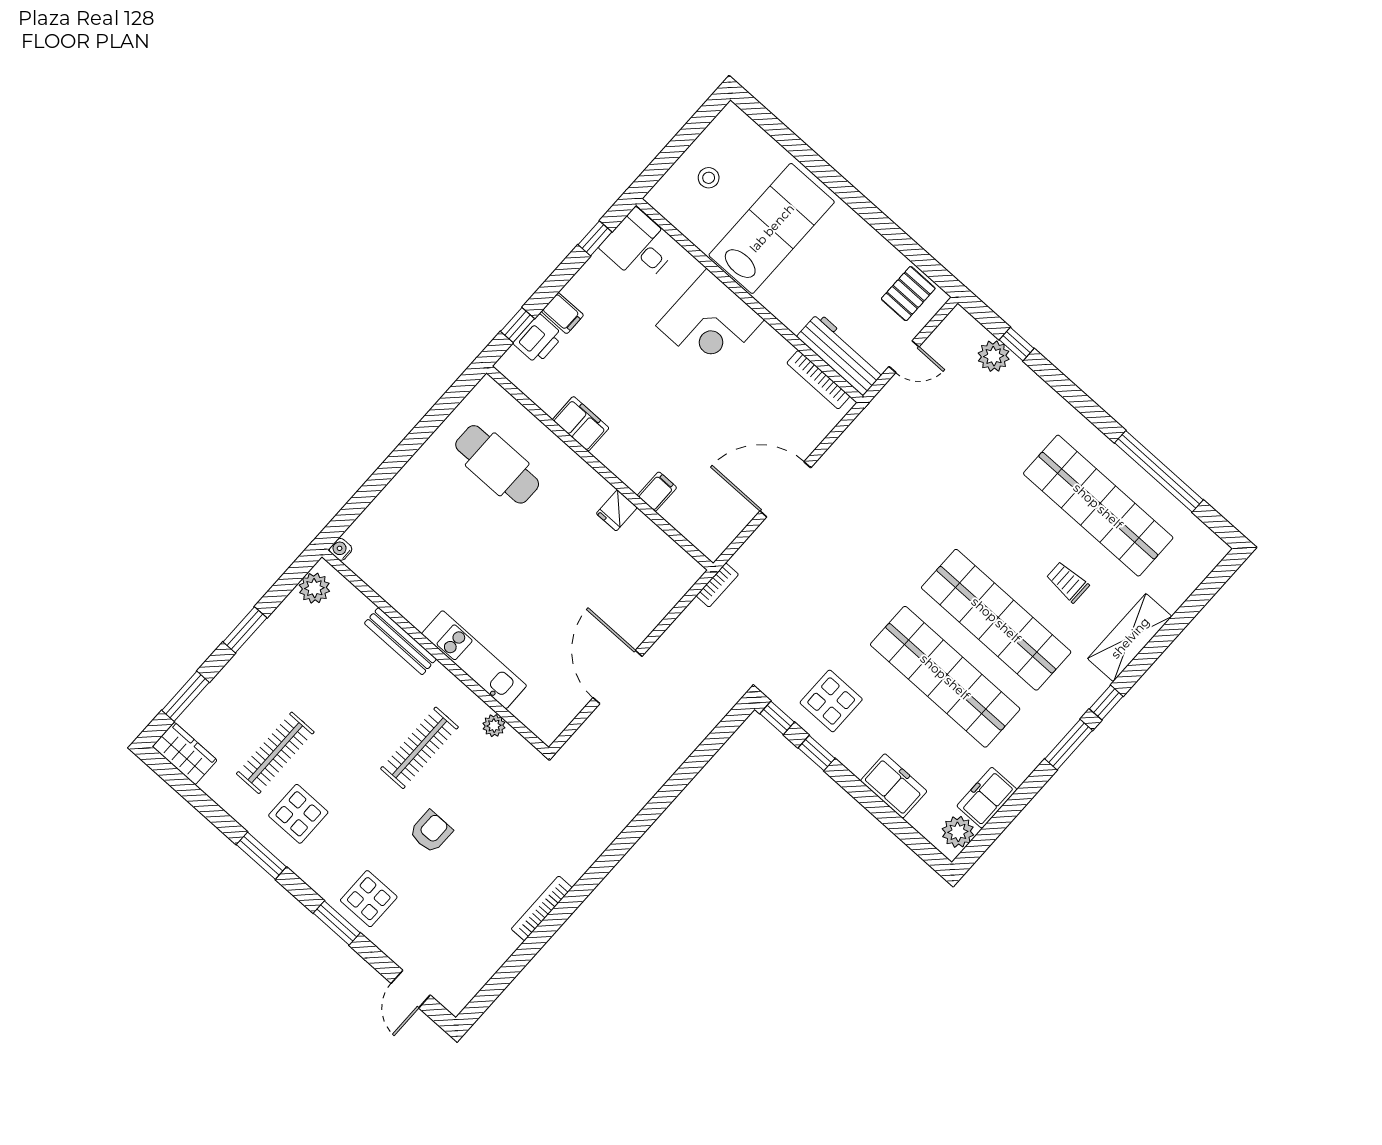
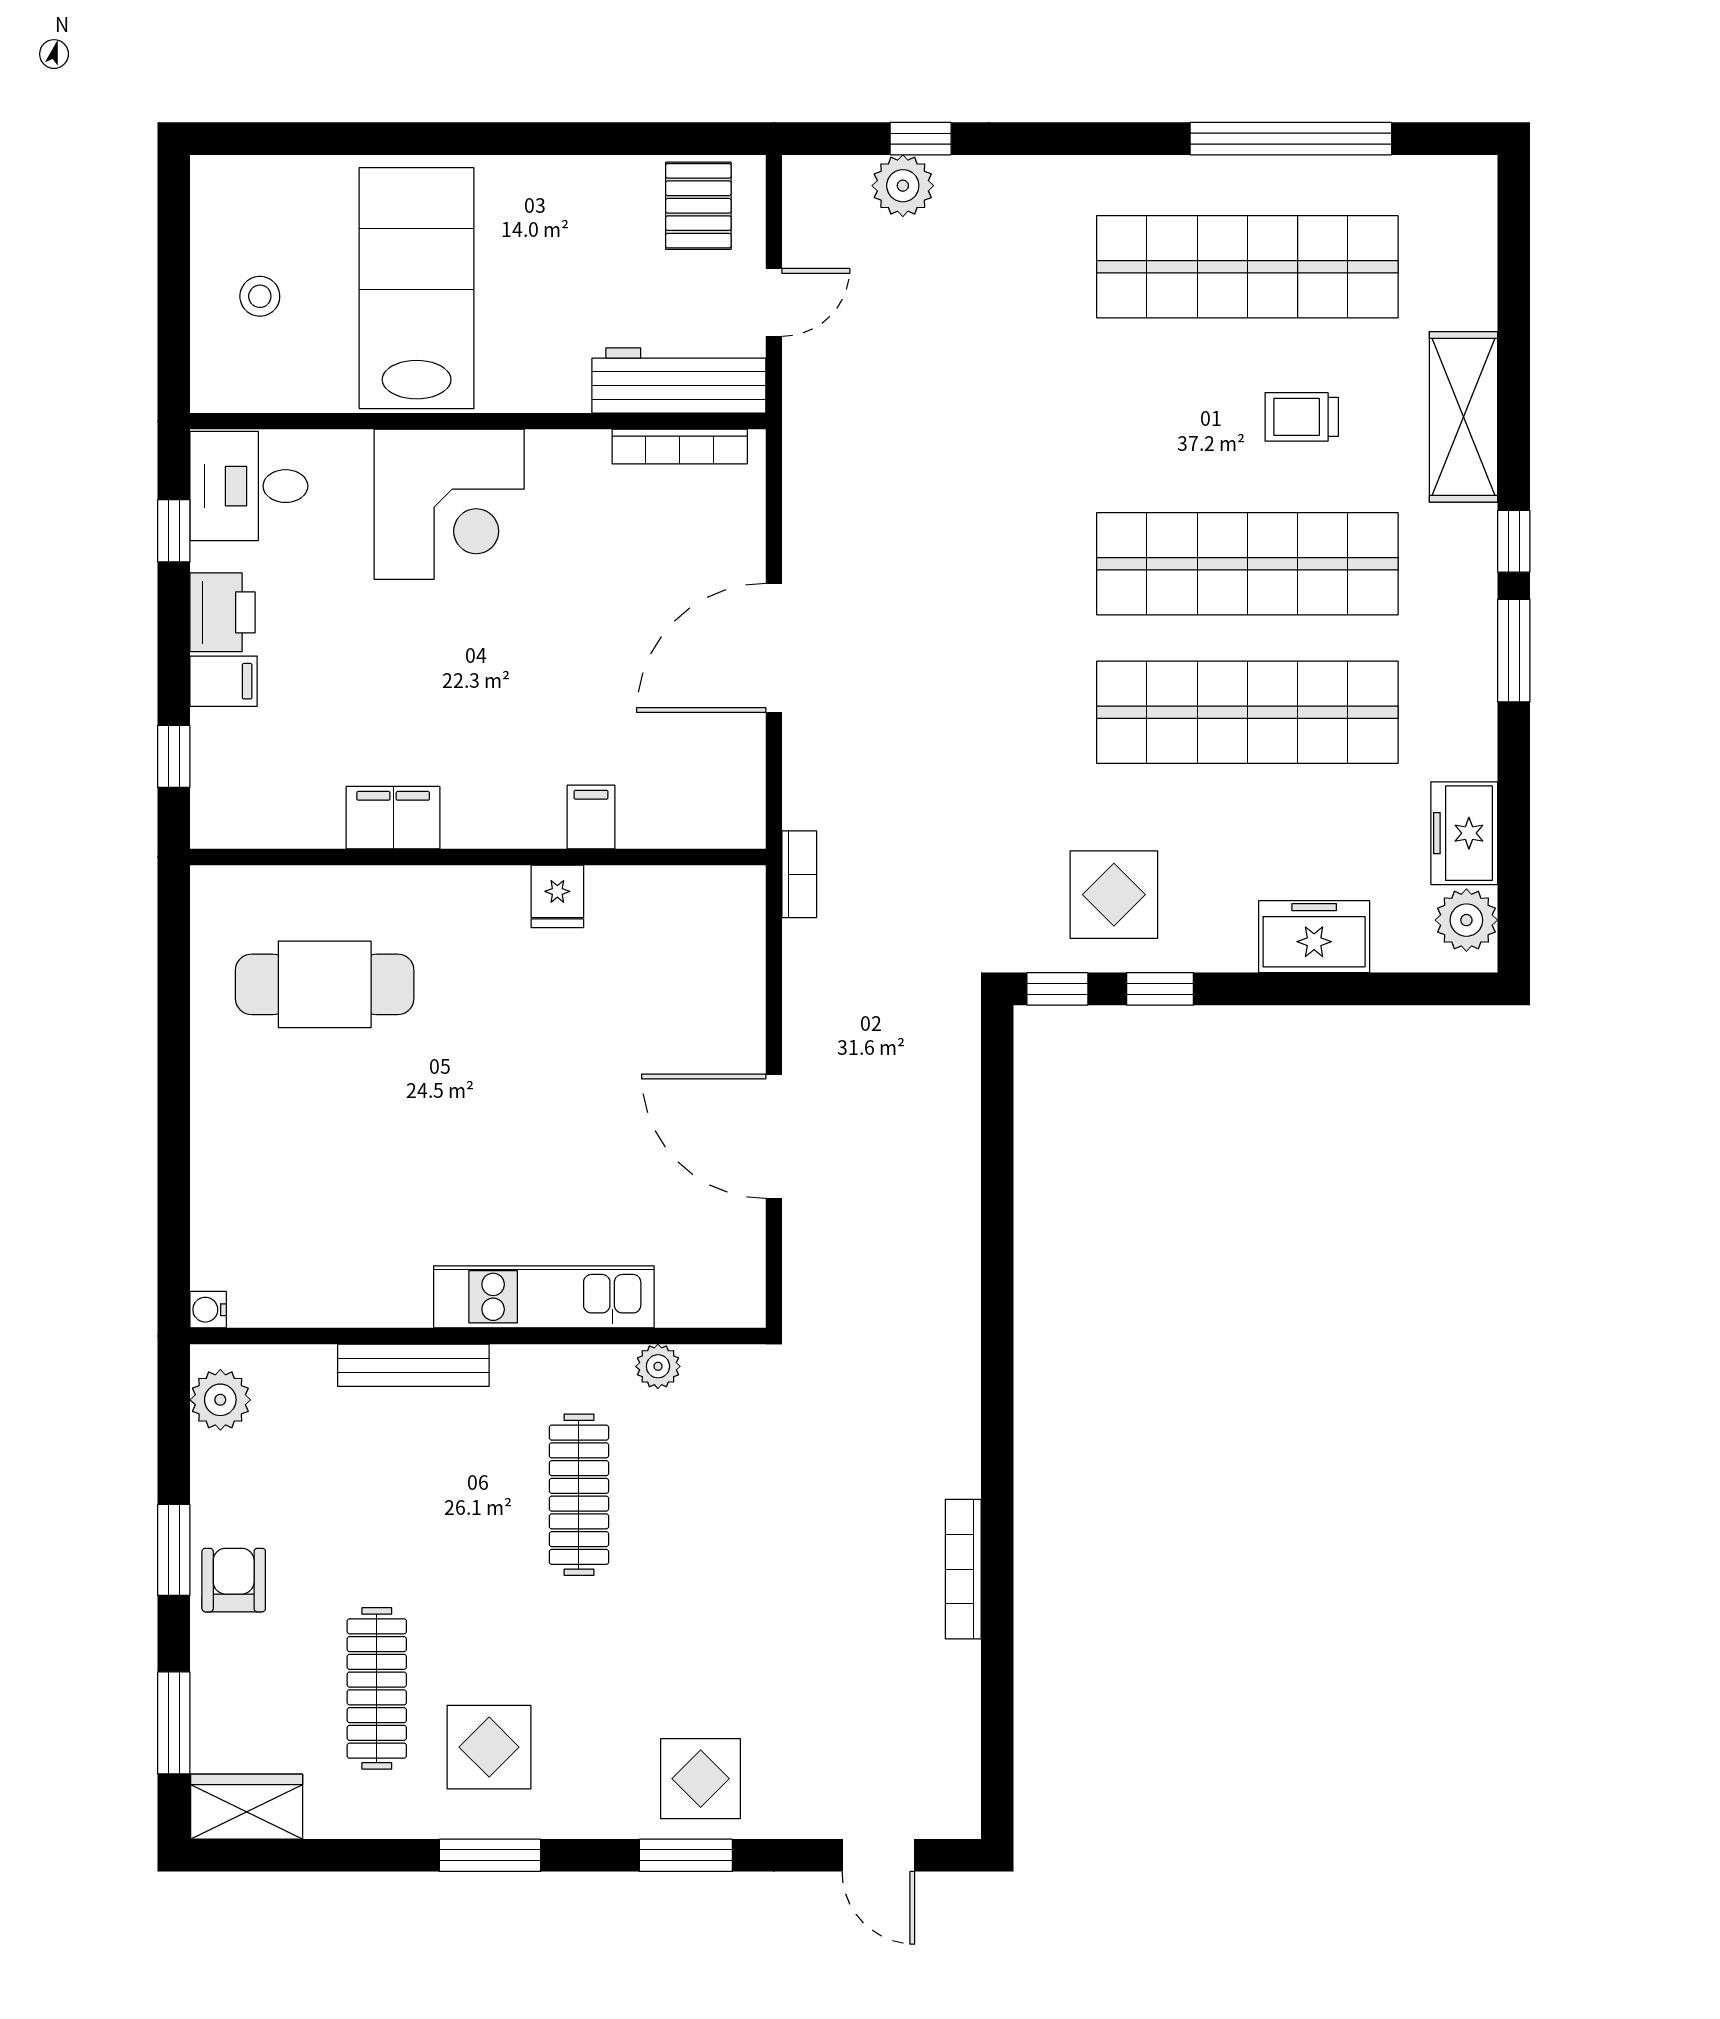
printer: (538, 339) -> (222, 612), moved
armchair: (431, 832) -> (234, 1580), moved

